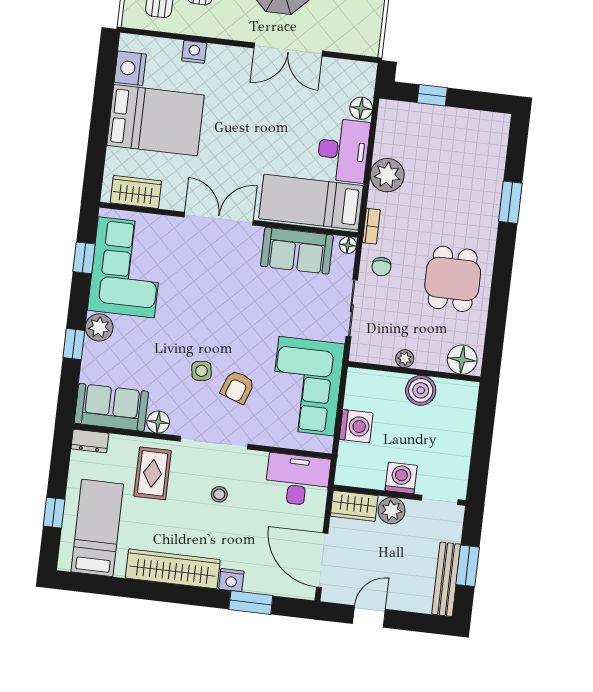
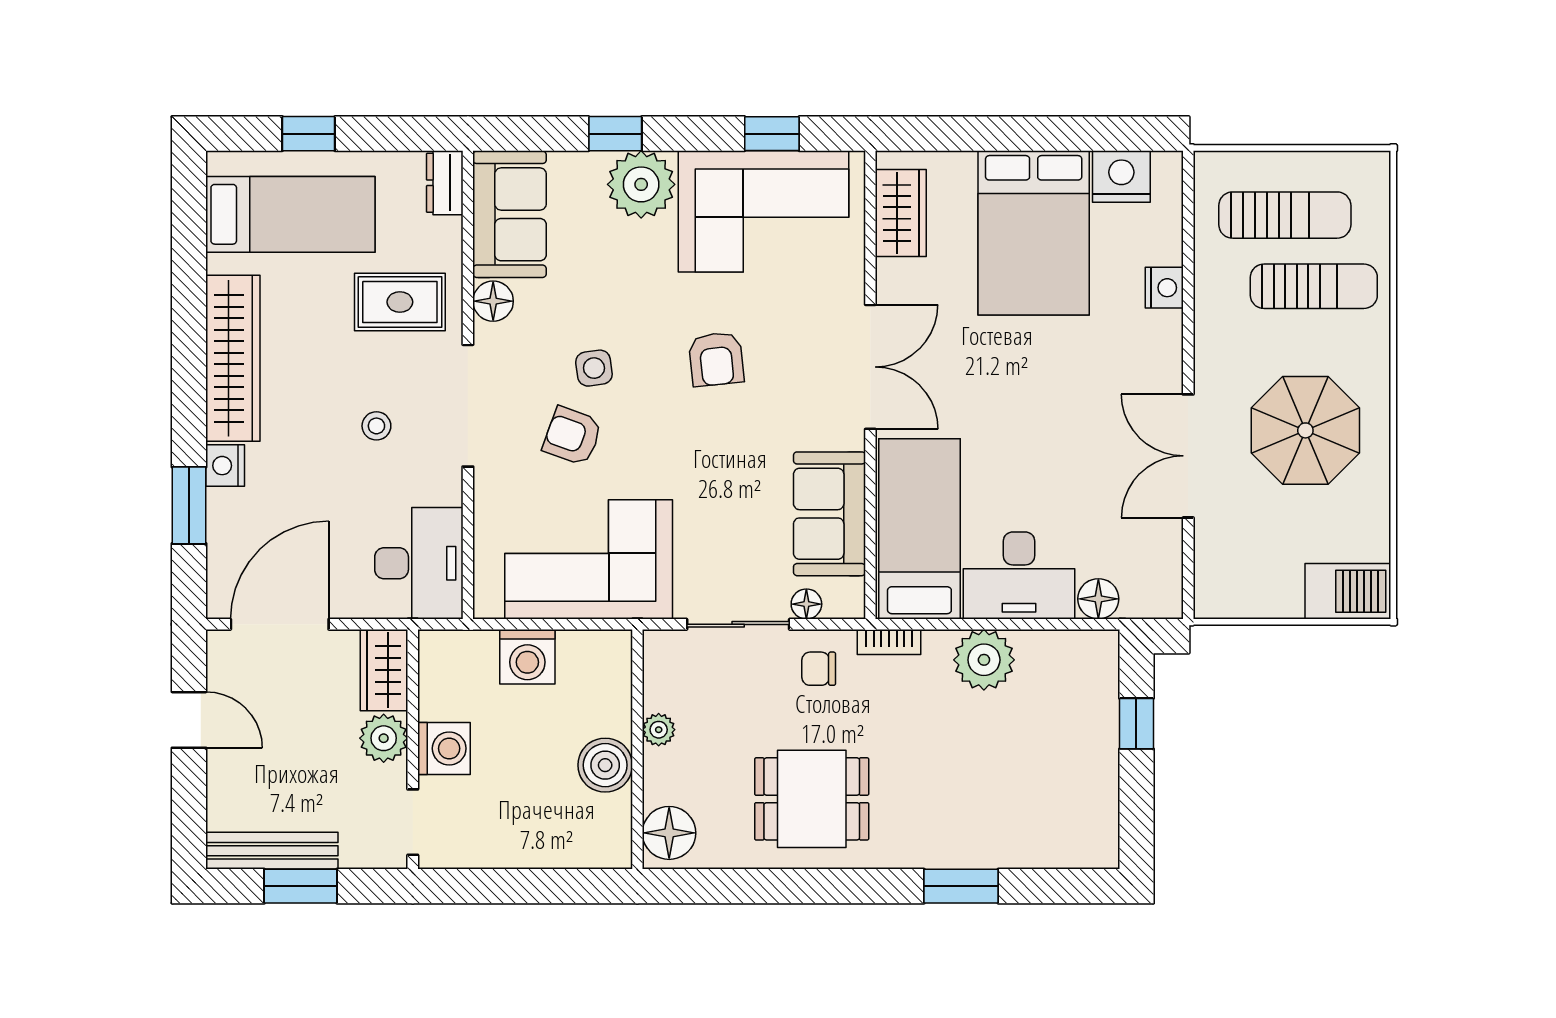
floor lamp: (348, 245) -> (806, 604), moved
armchair: (204, 303) -> (716, 359), added
plant: (99, 327) -> (641, 184), width x1.36, depth x1.36

